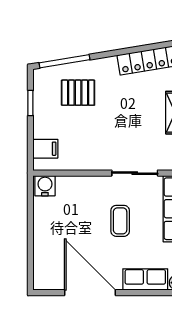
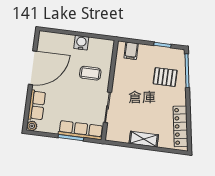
pallet: (78, 93) -> (165, 77), turned 90
water cooler: (45, 186) -> (81, 43), moved, turned -90
coffee table: (120, 221) -> (90, 73), moved

